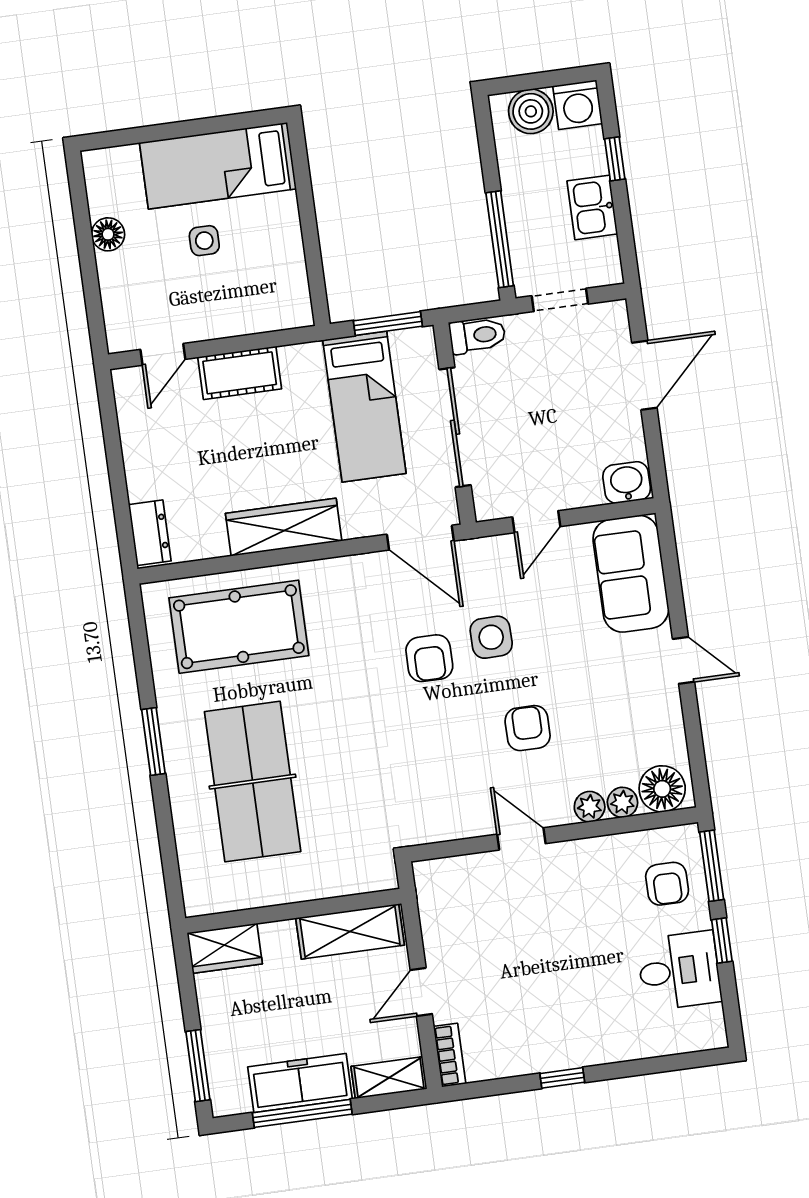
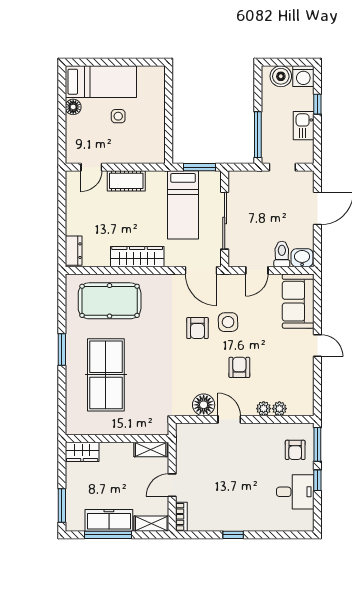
bed: (218, 166) -> (101, 82), moved, turned 180
toilet: (477, 335) -> (282, 254), moved, turned -90
floor lamp: (662, 789) -> (204, 405), moved
shelving: (350, 931) -> (151, 449), width x0.67, depth x0.75

